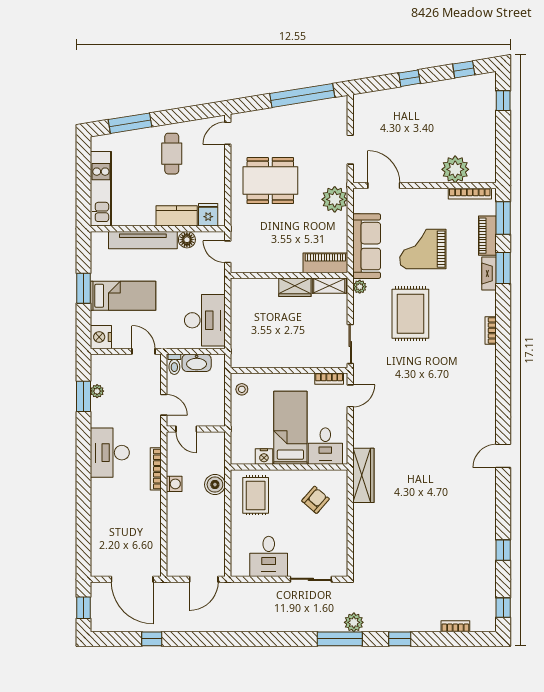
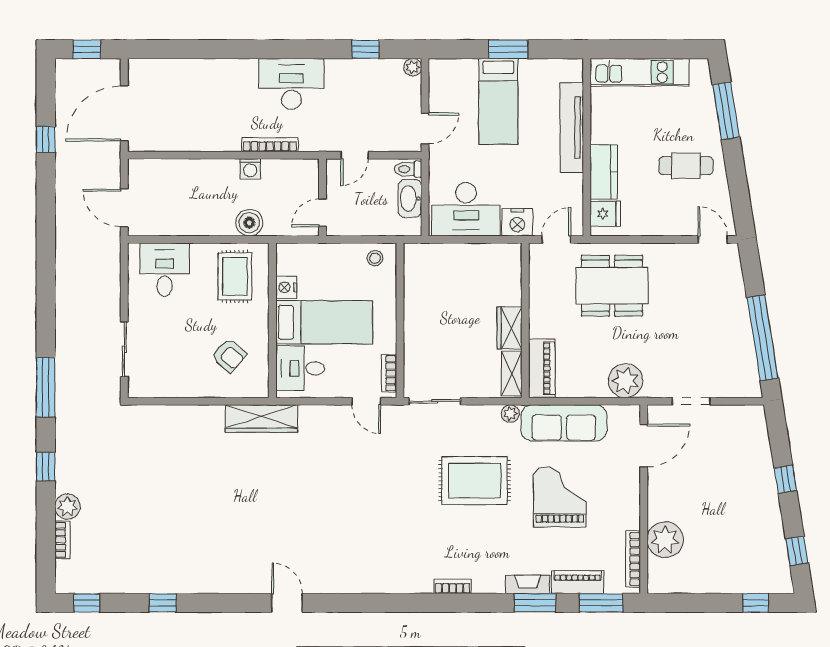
dining table: (270, 181) -> (612, 286), moved, turned 90
floor lamp: (187, 240) -> (572, 186), removed
nightstand: (101, 337) -> (517, 222), moved, turned 180
plant: (97, 391) -> (413, 67), moved
window: (83, 396) -> (366, 49), width x0.67
door: (186, 429) -> (322, 213), moved
rug: (256, 495) -> (235, 276), turned 90
desk: (269, 556) -> (165, 270), moved, turned 90
plant: (354, 622) -> (67, 507), moved

